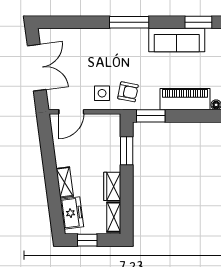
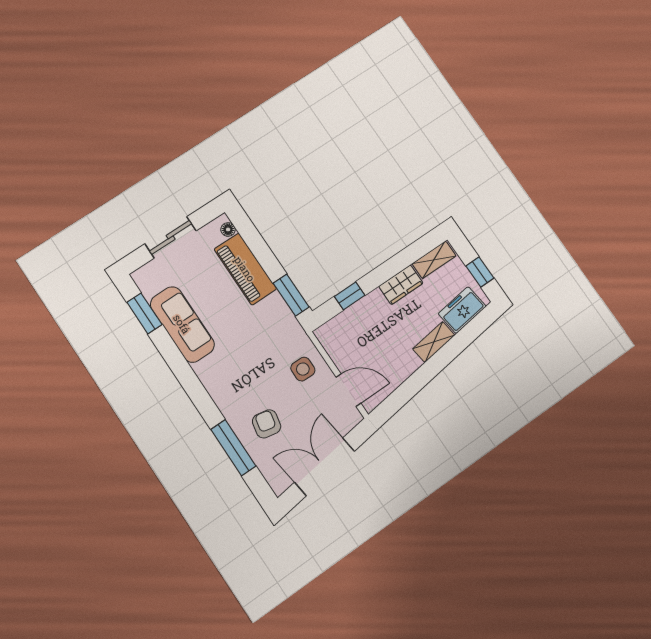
window: (129, 22) -> (233, 448), moved
armchair: (128, 92) -> (267, 424), moved
window: (127, 151) -> (350, 296), width x0.67

